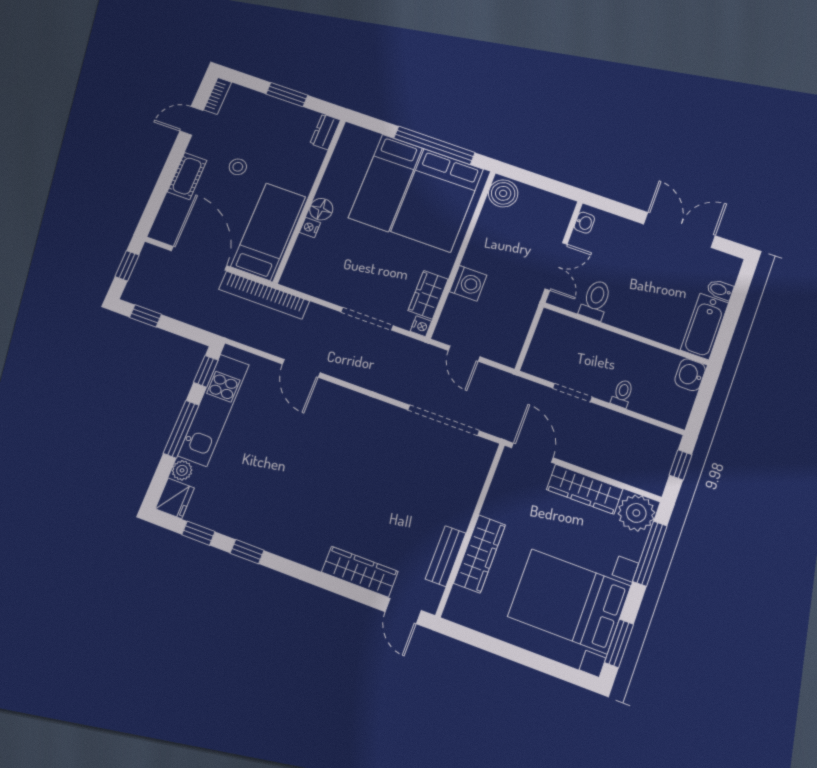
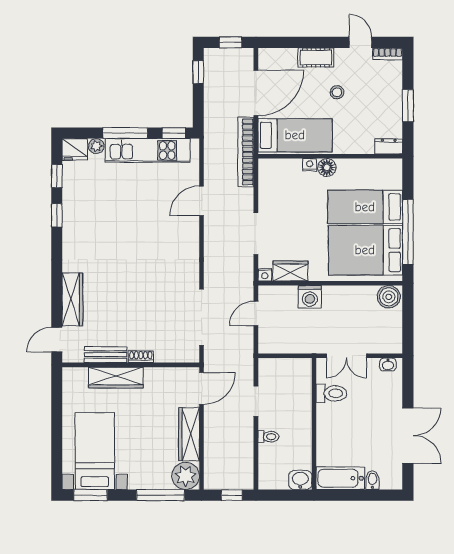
shoe rack: (465, 513) -> (141, 357), added
bed with nightstands: (569, 601) -> (95, 451), width x0.73

